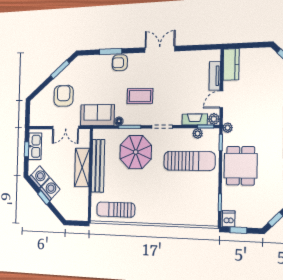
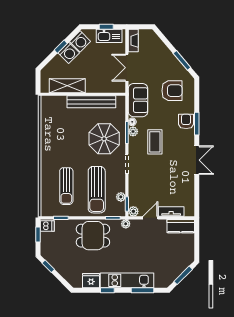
window: (111, 52) -> (197, 124), moved
armchair: (64, 96) -> (172, 91), moved
door: (221, 99) -> (150, 218), hinge flipped
fireplace: (195, 119) -> (133, 41), moved
plant: (129, 120) -> (133, 131), added
shelving: (82, 167) -> (67, 86), moved
sun lounger: (116, 210) -> (66, 186), moved, turned 180

